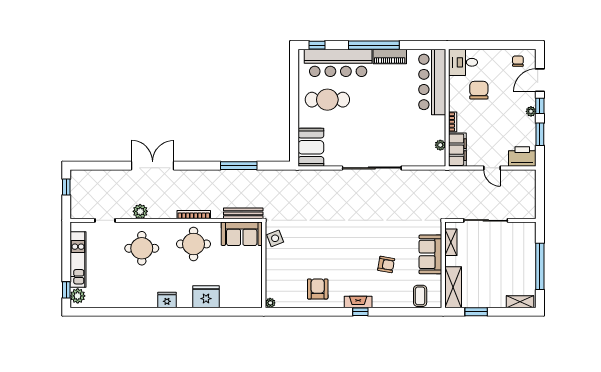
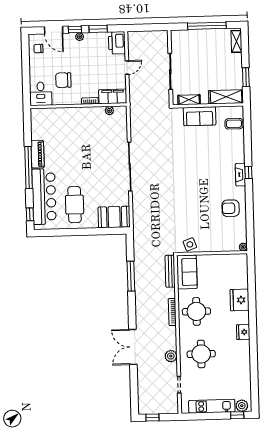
bar counter: (432, 82) -> (58, 119), removed
armchair: (386, 264) -> (209, 152), removed

